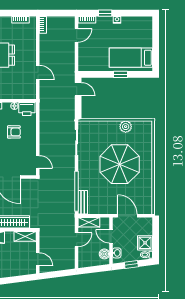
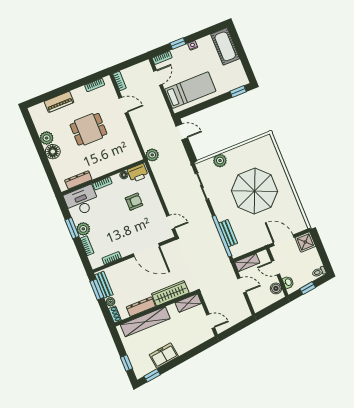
cot: (144, 32) -> (225, 46), added
bed: (131, 58) -> (190, 90), moved, turned 180
door: (38, 73) -> (123, 105), moved
window: (121, 74) -> (238, 92), moved
plant: (45, 99) -> (152, 155), added
plant: (126, 127) -> (220, 161), moved
bench: (83, 202) -> (228, 233), moved
door: (77, 240) -> (242, 285), hinge flipped
shower: (145, 243) -> (305, 242), moved

